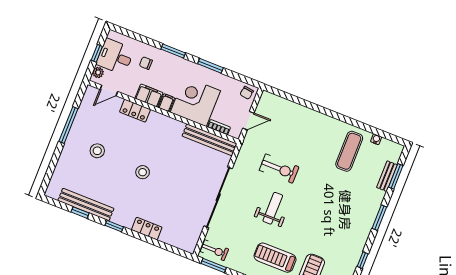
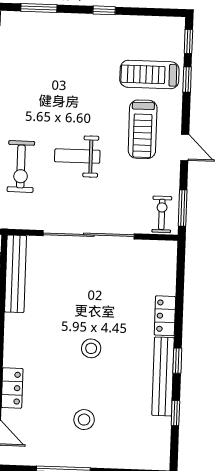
exercise bike: (279, 169) -> (21, 166), turned 180
bench: (86, 205) -> (163, 376), moved

